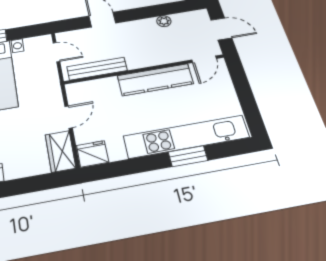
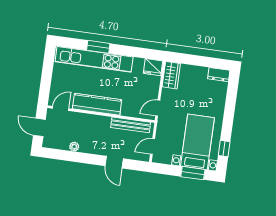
door: (56, 52) -> (152, 147), hinge flipped
door: (69, 117) -> (158, 108), moved

